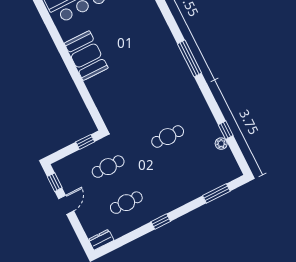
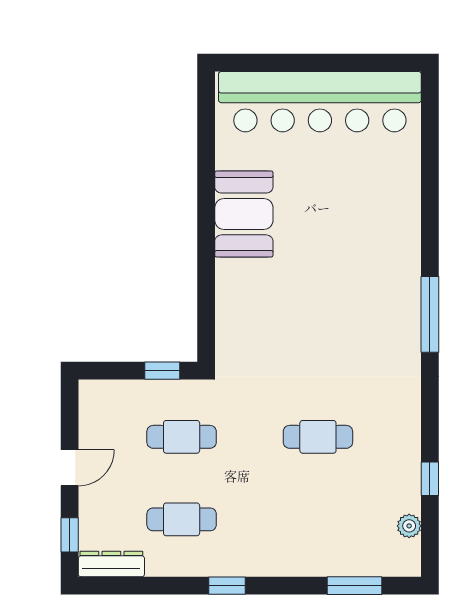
plant: (221, 144) -> (409, 526), moved
window: (55, 182) -> (70, 535), moved
dresser: (101, 240) -> (111, 564), width x1.44

